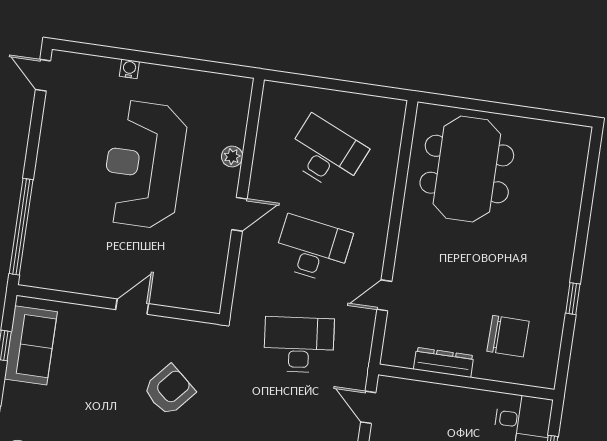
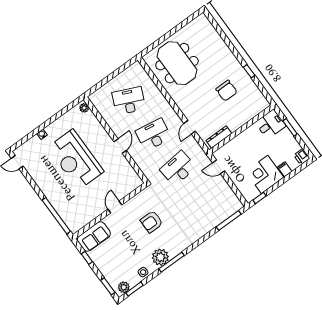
plant: (232, 157) -> (84, 108), moved
chair: (508, 336) -> (226, 91), moved, turned 89
sofa: (31, 345) -> (94, 236), moved, turned 90
dresser: (444, 362) -> (219, 137), moved
armchair: (169, 390) -> (152, 222), turned -131

